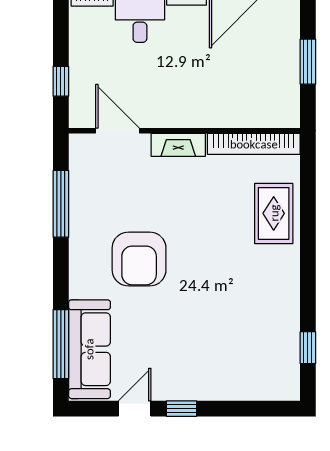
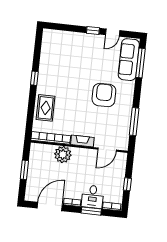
window: (61, 81) -> (127, 184), moved
plant: (221, 108) -> (63, 154), added
door: (118, 131) -> (107, 150), hinge flipped
window: (308, 348) -> (34, 78), moved

